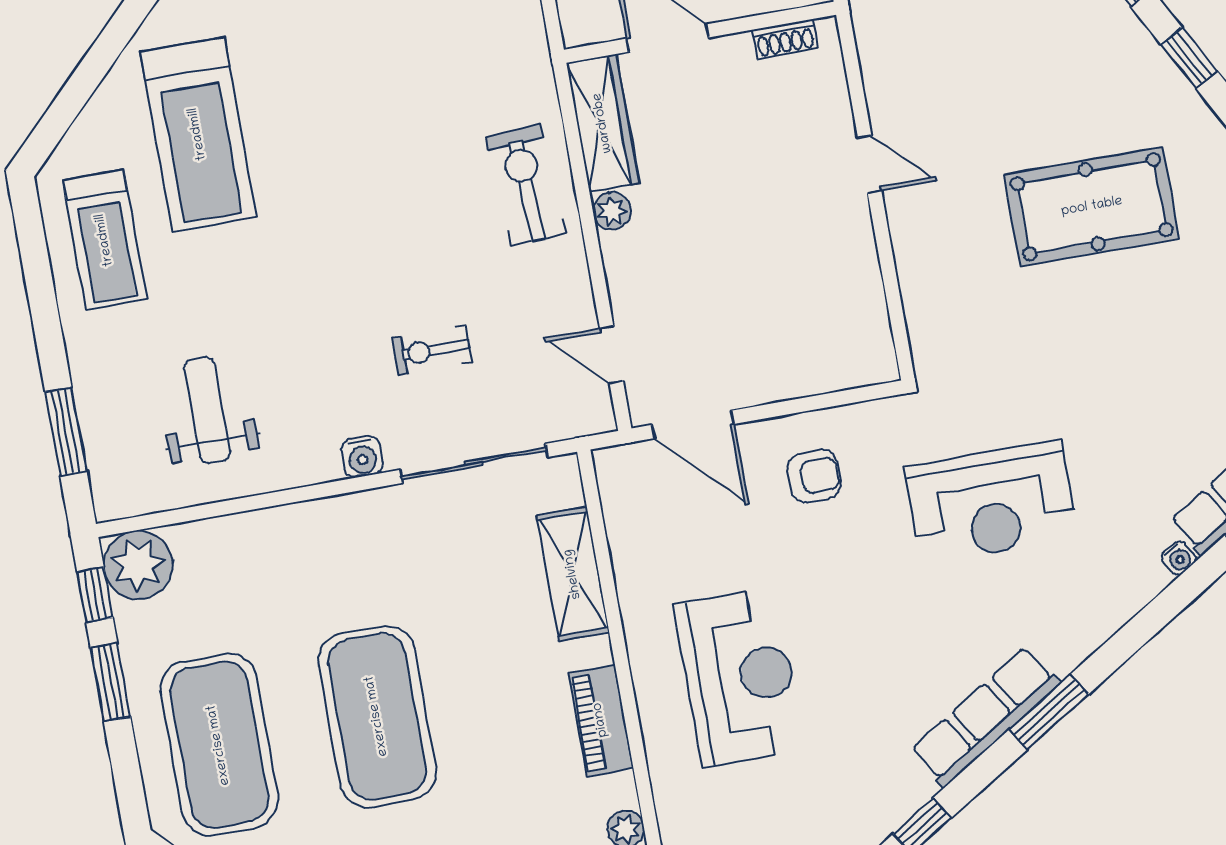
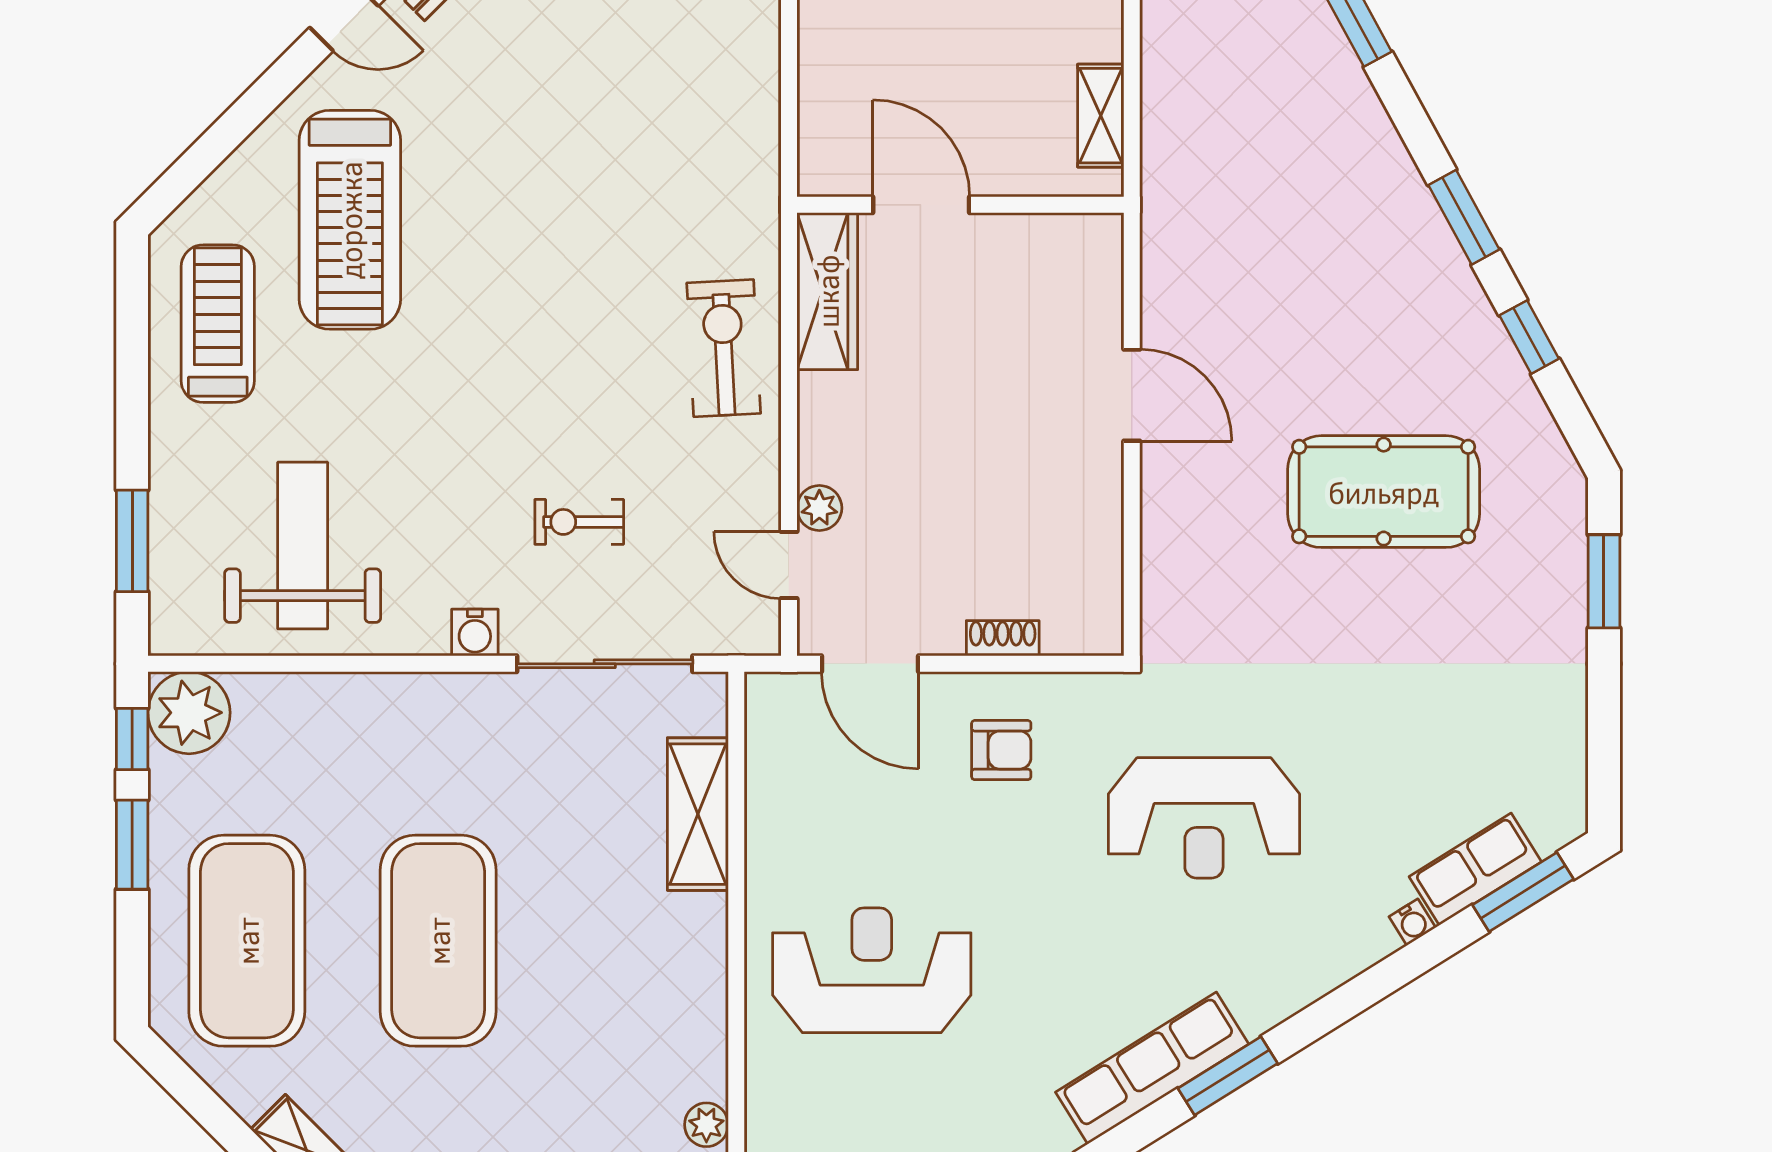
shoe rack: (785, 39) -> (1003, 638), moved, turned 180
door: (870, 164) -> (1132, 395), width x1.37
plant: (612, 211) -> (819, 508), moved
treadmill: (105, 240) -> (218, 324), turned 180
weight bench: (207, 410) -> (303, 546), width x1.36, depth x1.33
reception desk: (739, 677) -> (872, 970), turned -90
piano: (601, 720) -> (700, 992), removed

